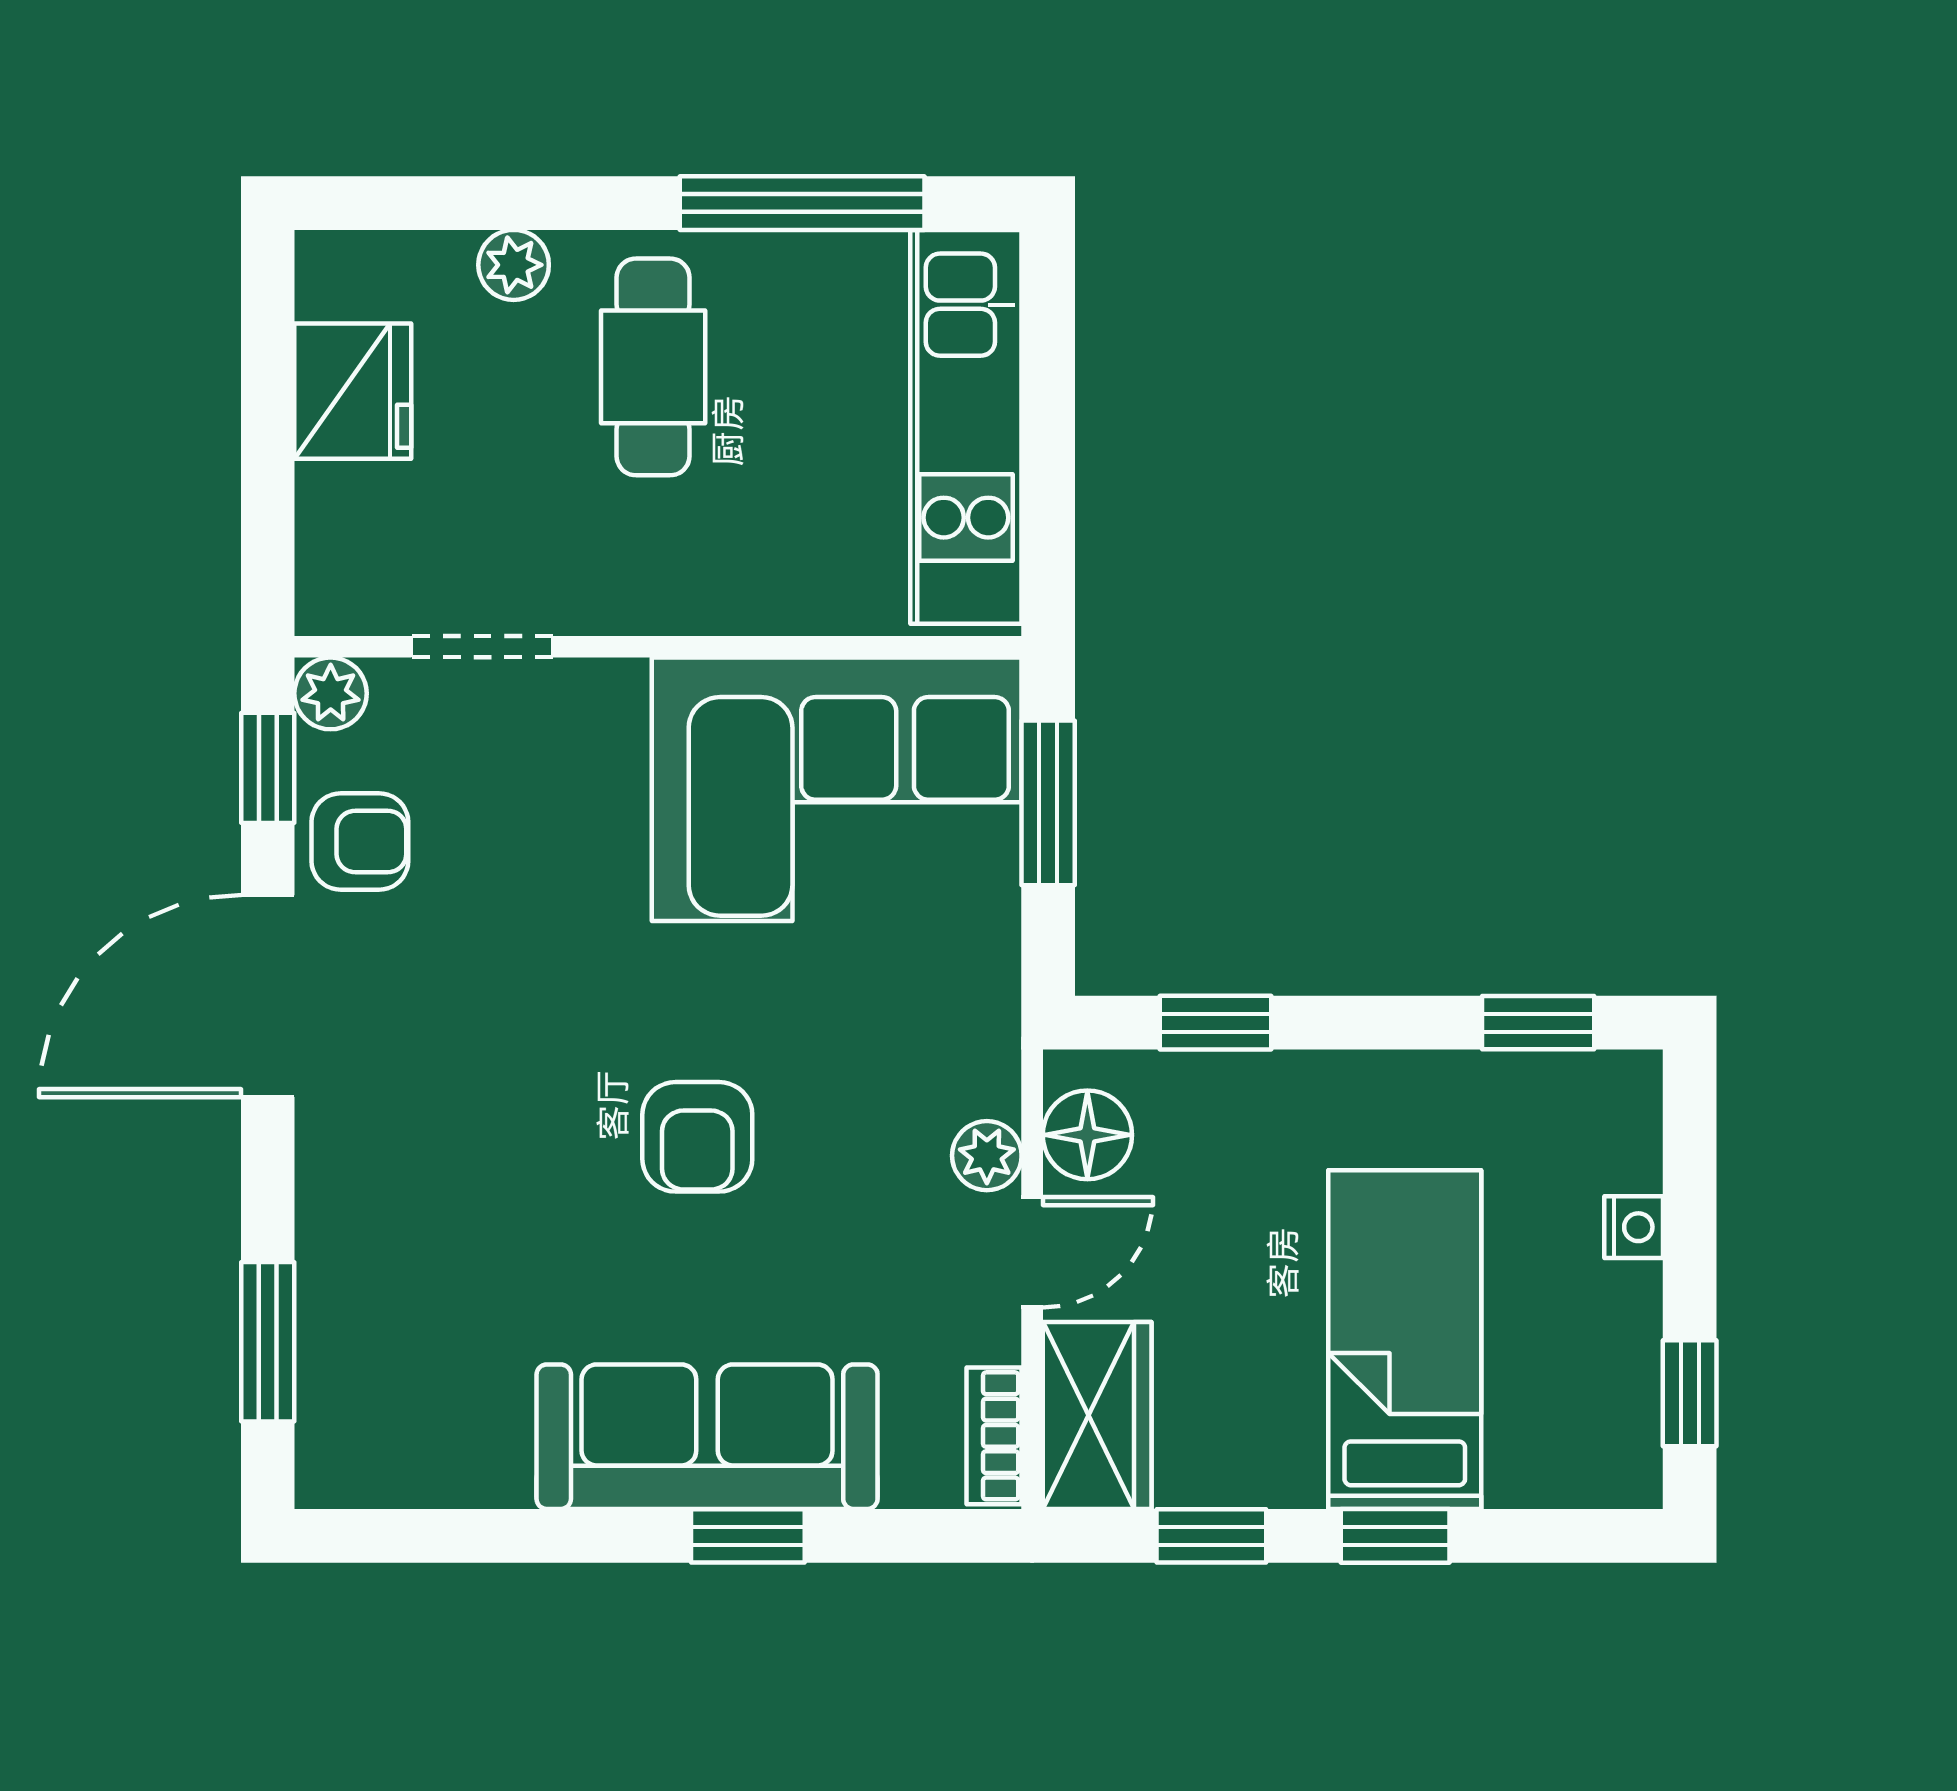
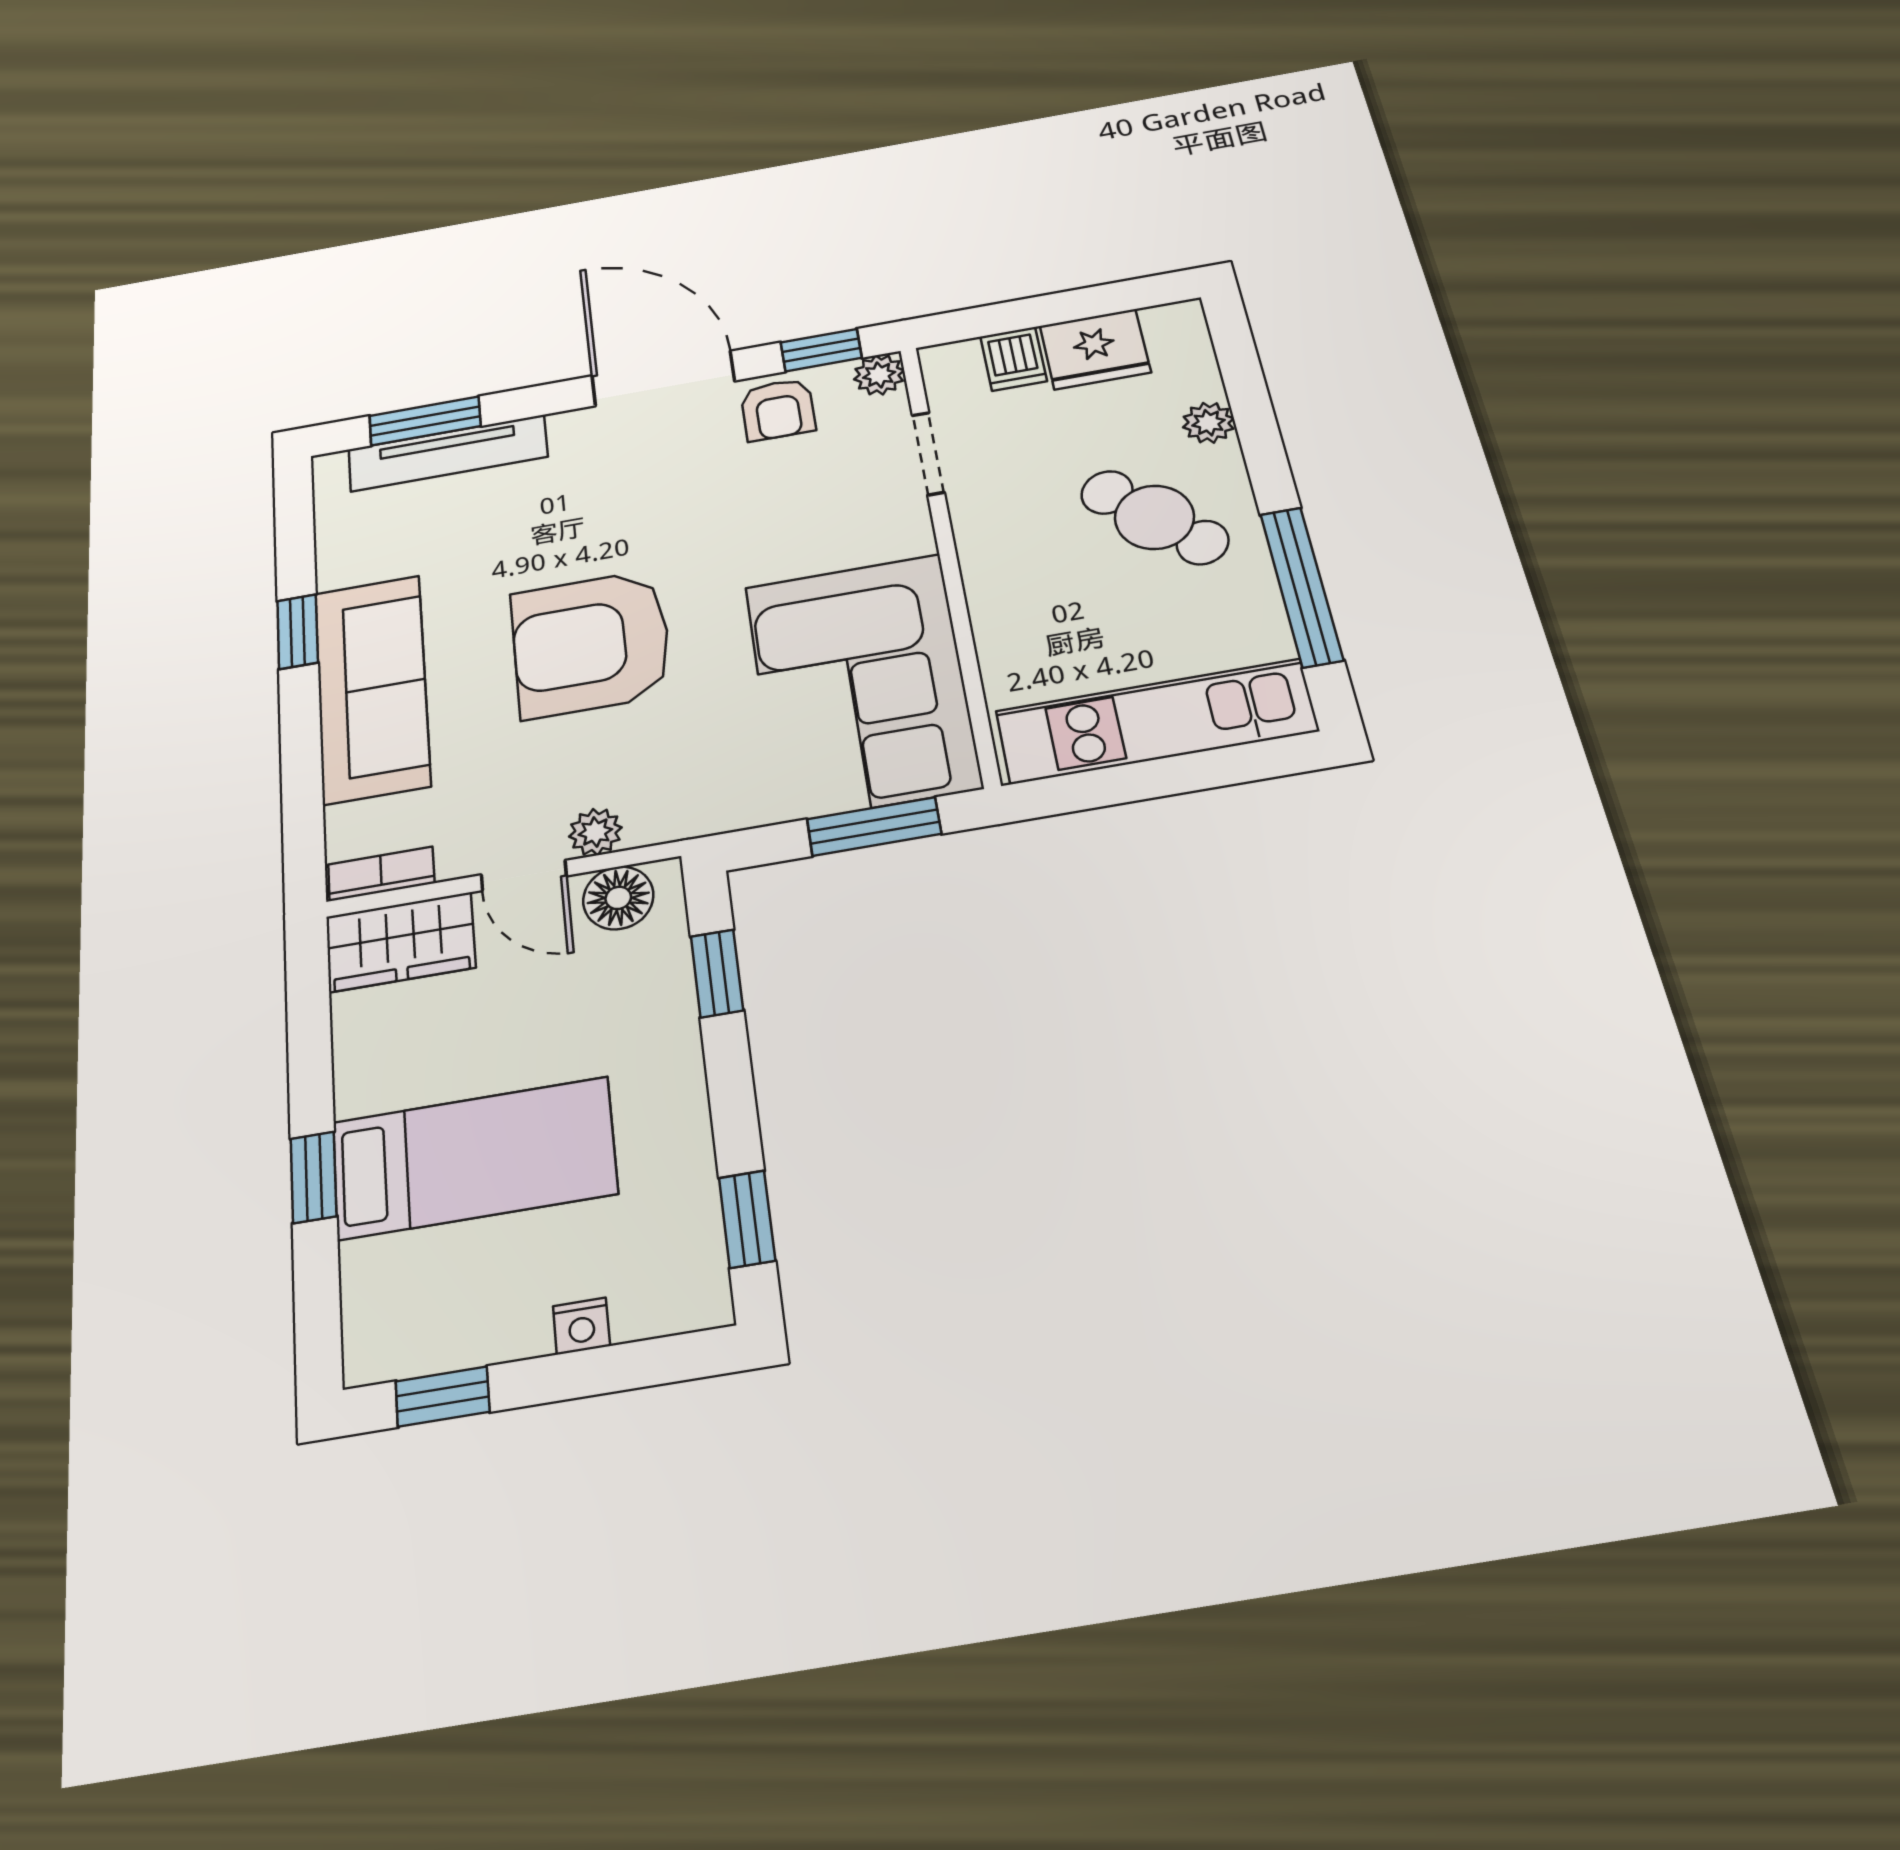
cafe table: (653, 367) -> (1154, 517), turned 45
dishwasher: (344, 505) -> (1014, 359), added
armchair: (697, 1137) -> (591, 644), width x1.88, depth x1.88
tv unit: (333, 1312) -> (448, 453), added
window: (748, 1536) -> (298, 632), moved
window: (1211, 1536) -> (309, 1040), removed

